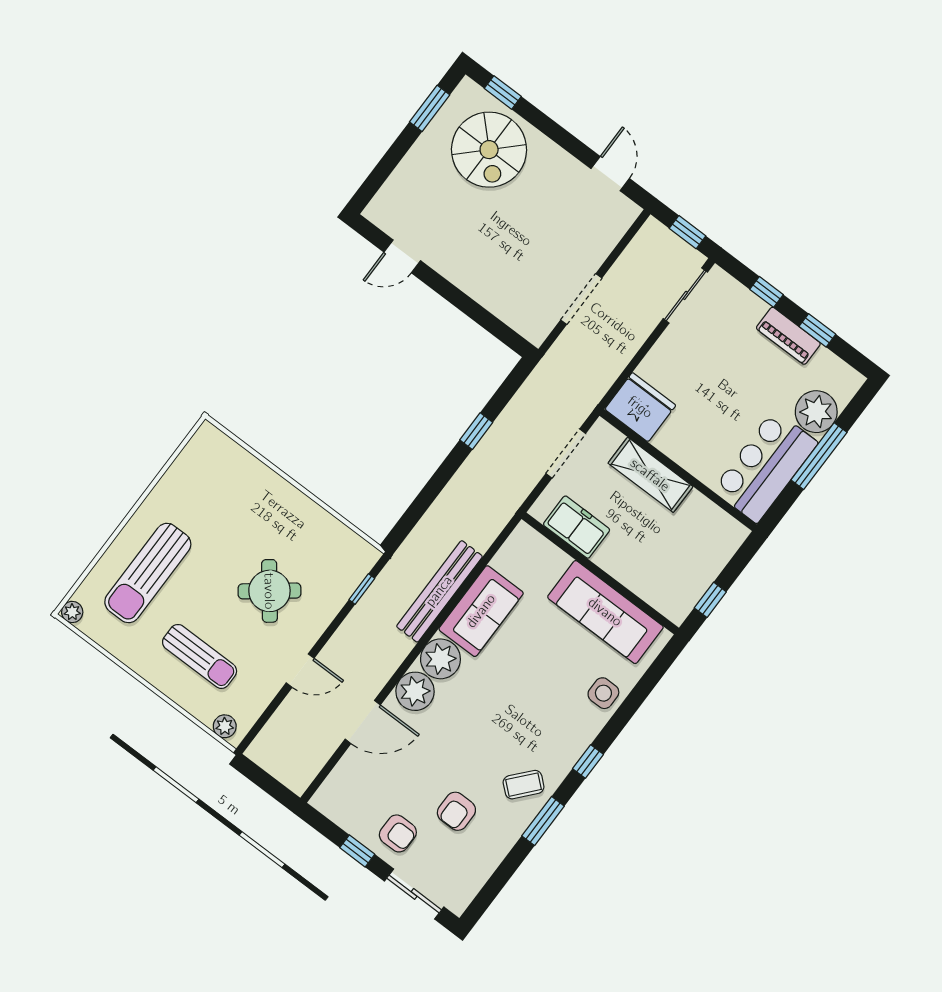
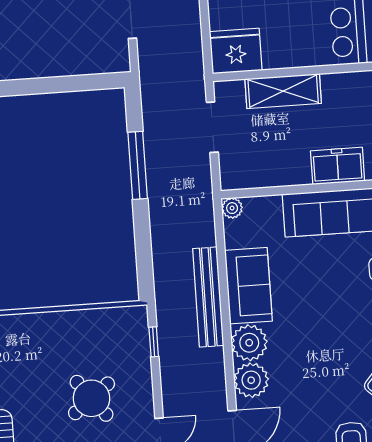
window: (476, 431) -> (138, 165), width x2.17
freezer: (577, 527) -> (338, 166), moved
plant: (524, 535) -> (232, 208), added

